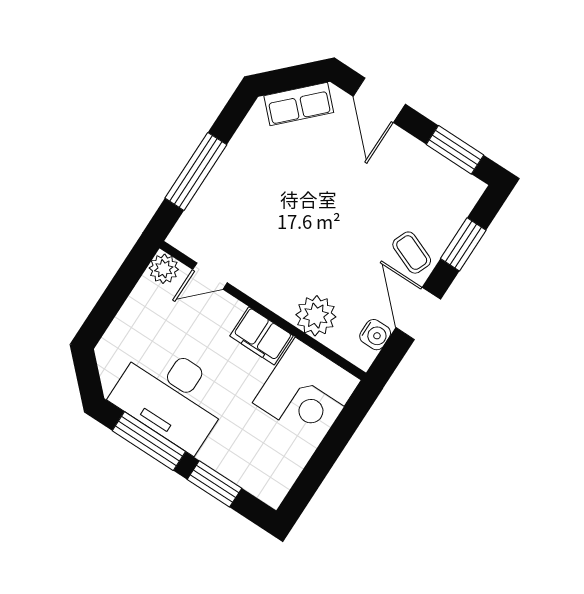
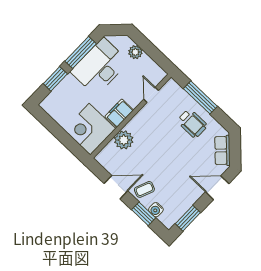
wheelchair: (254, 178) -> (192, 123), added
plant: (164, 269) -> (135, 52), moved
water cooler: (375, 335) -> (156, 210), moved

